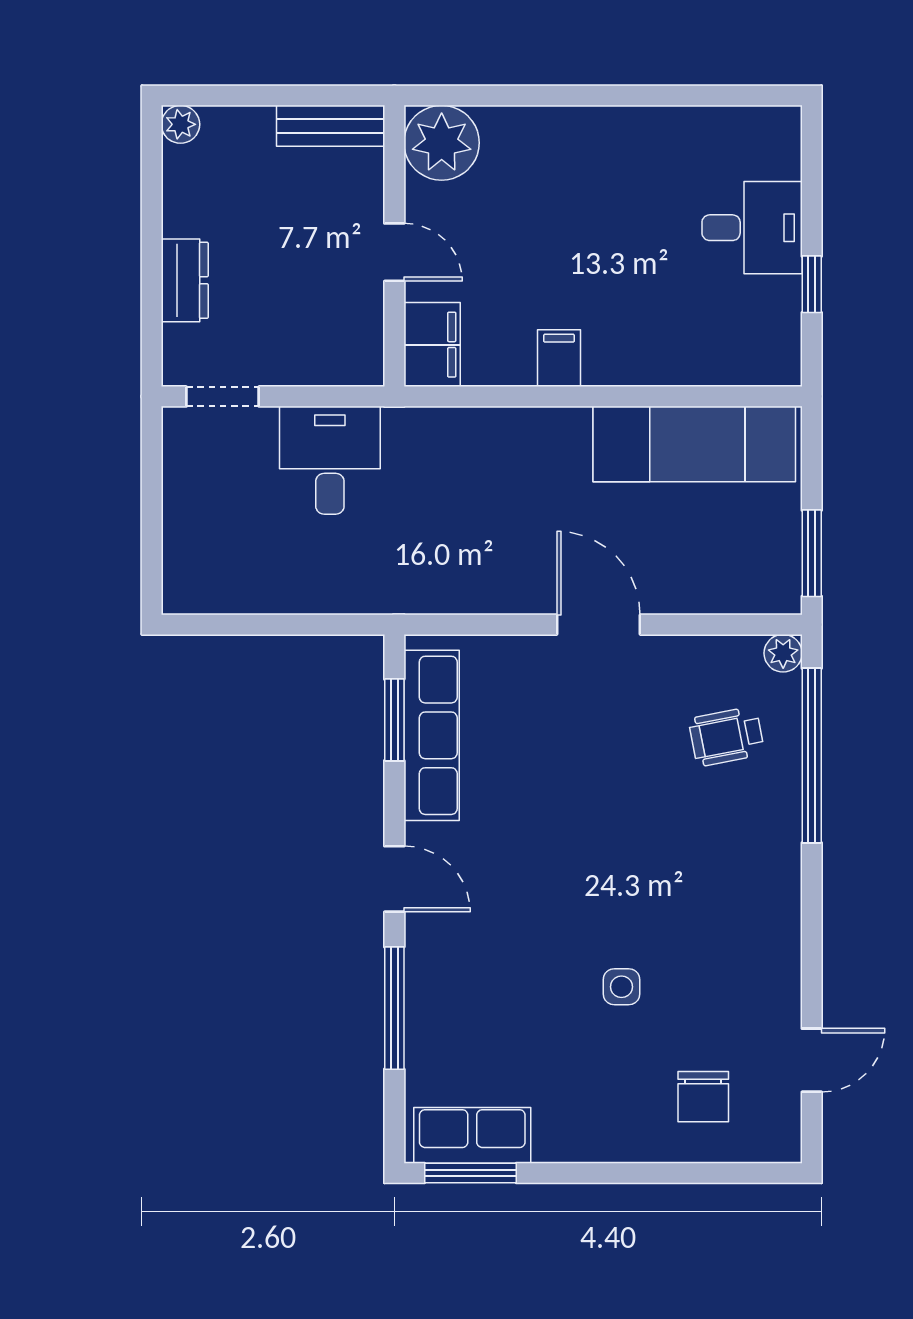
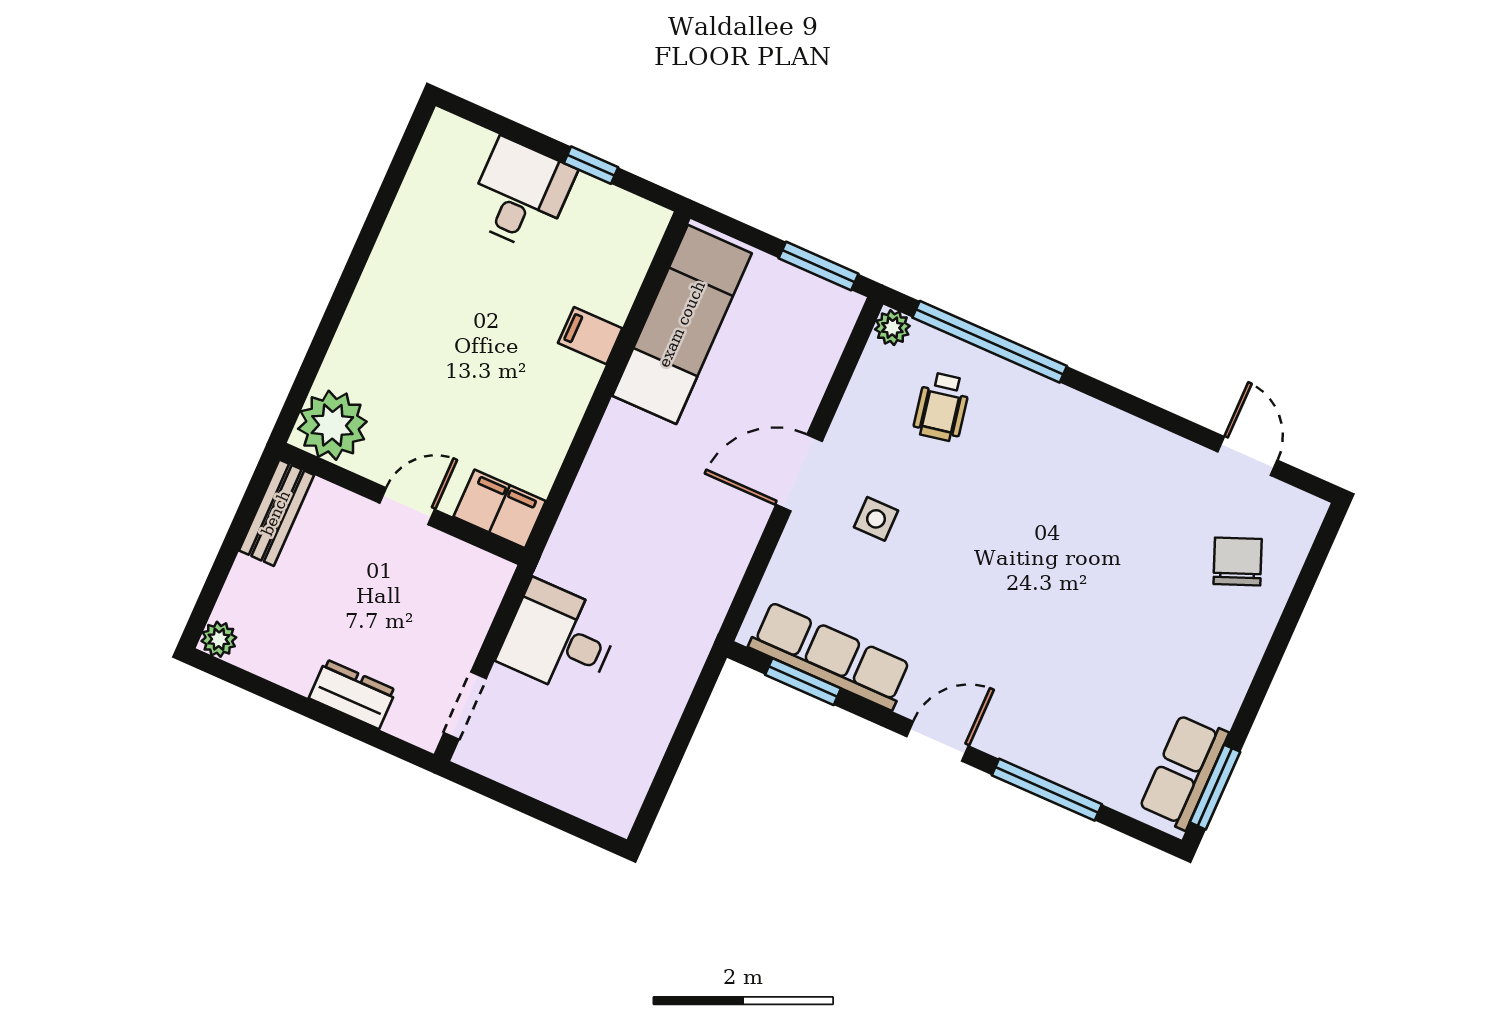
filing cabinet: (559, 358) -> (590, 336), moved
side table: (621, 987) -> (876, 519), moved
chair: (703, 1097) -> (1238, 562), turned -112

